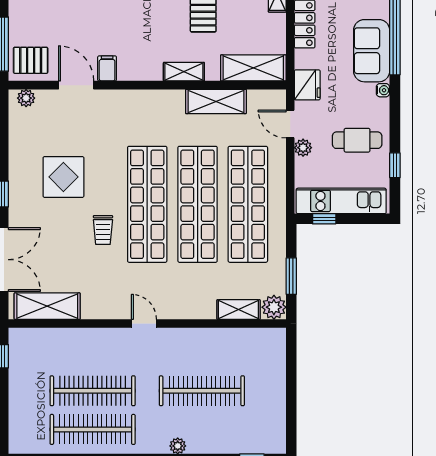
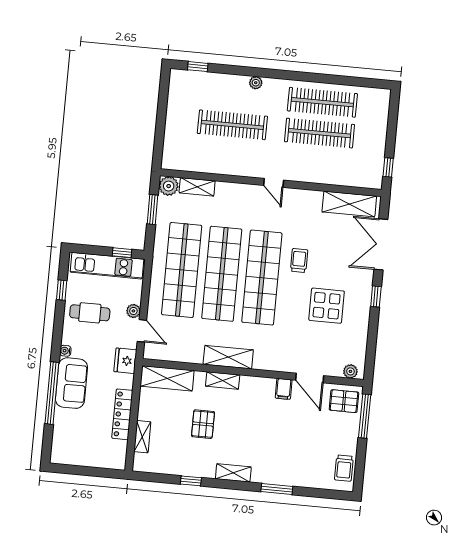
shelving: (216, 101) -> (228, 357), moved

